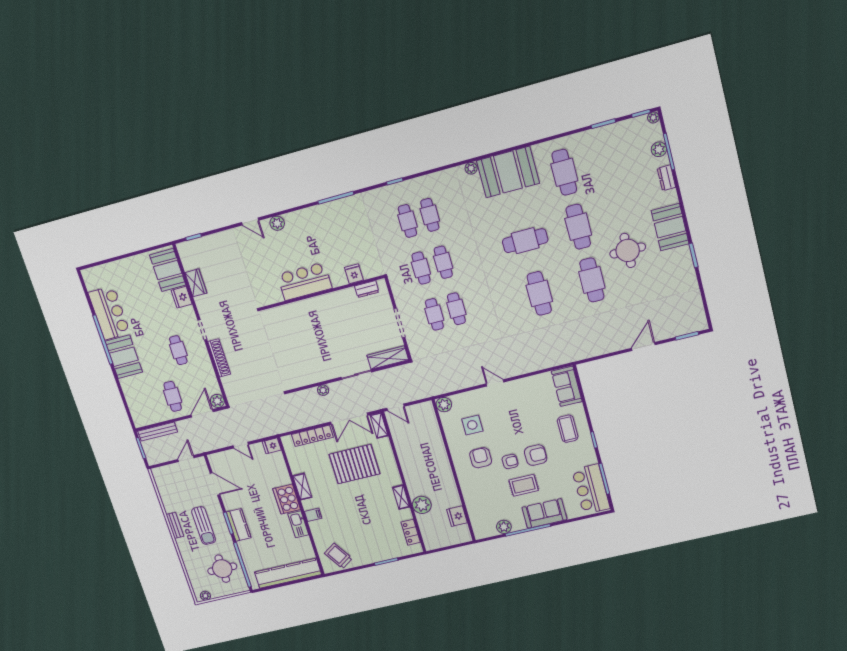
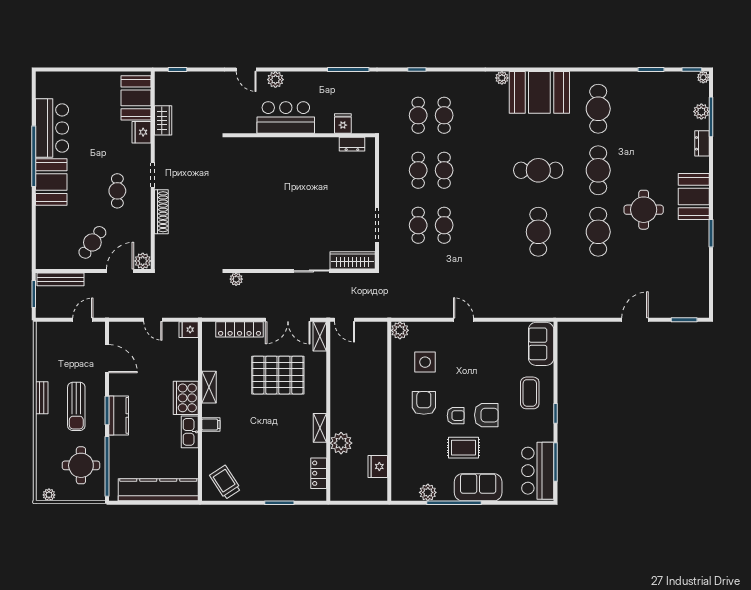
fridge: (354, 274) -> (343, 123), moved
bar counter: (305, 281) -> (286, 117), moved
dresser: (367, 289) -> (352, 144), moved
wall: (322, 293) -> (301, 135), moved
plant: (323, 390) -> (236, 279), moved
cafe table: (173, 396) -> (92, 242), turned 34

